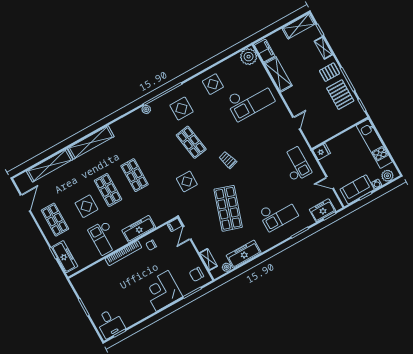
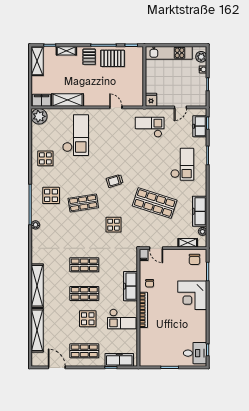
sofa: (357, 189) -> (198, 88), removed

